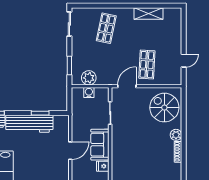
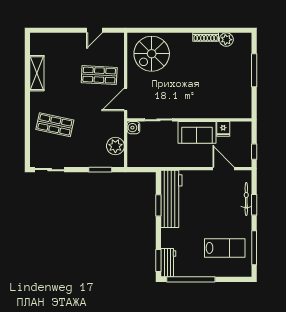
door: (184, 61) -> (94, 30), swing flipped
door: (127, 86) -> (126, 99), hinge flipped
water cooler: (89, 93) -> (133, 128), moved
workbench: (29, 124) -> (171, 199), moved
plant: (176, 135) -> (226, 40), moved
door: (70, 151) -> (224, 169), moved

